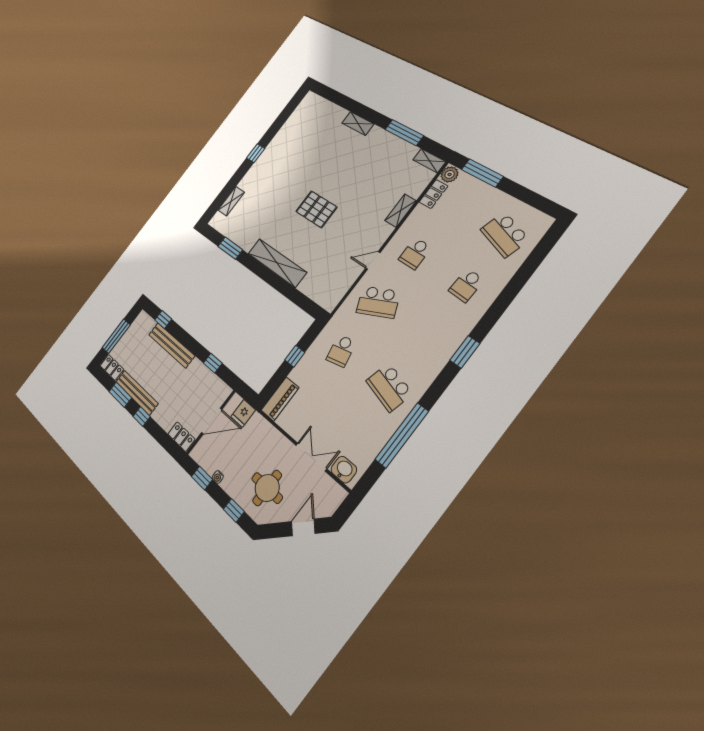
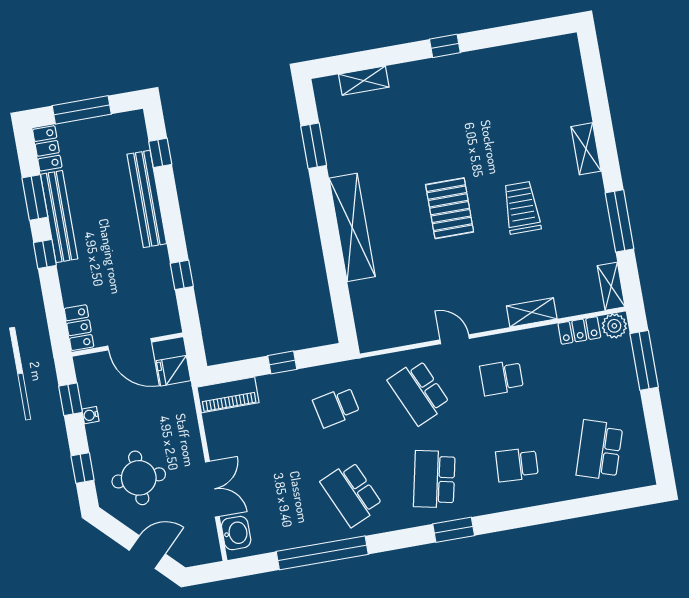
trolley: (351, 175) -> (522, 208), added
school desk: (428, 336) -> (434, 479), added
school desk: (389, 387) -> (352, 494), turned -39

